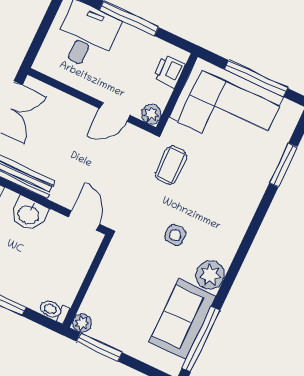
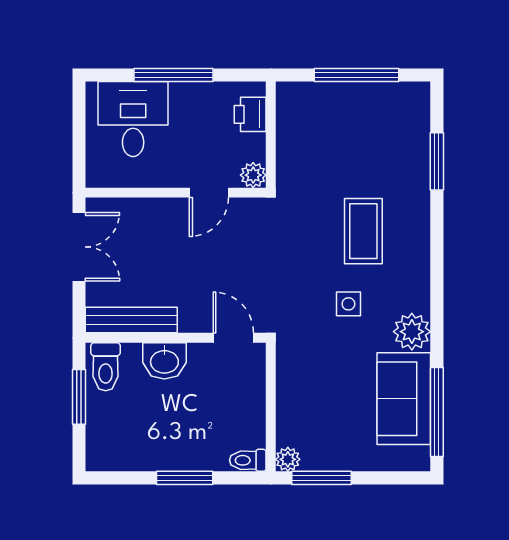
corner sofa: (226, 108) -> (338, 126), removed
coffee table: (171, 165) -> (363, 231), moved, width x1.36, depth x1.30

